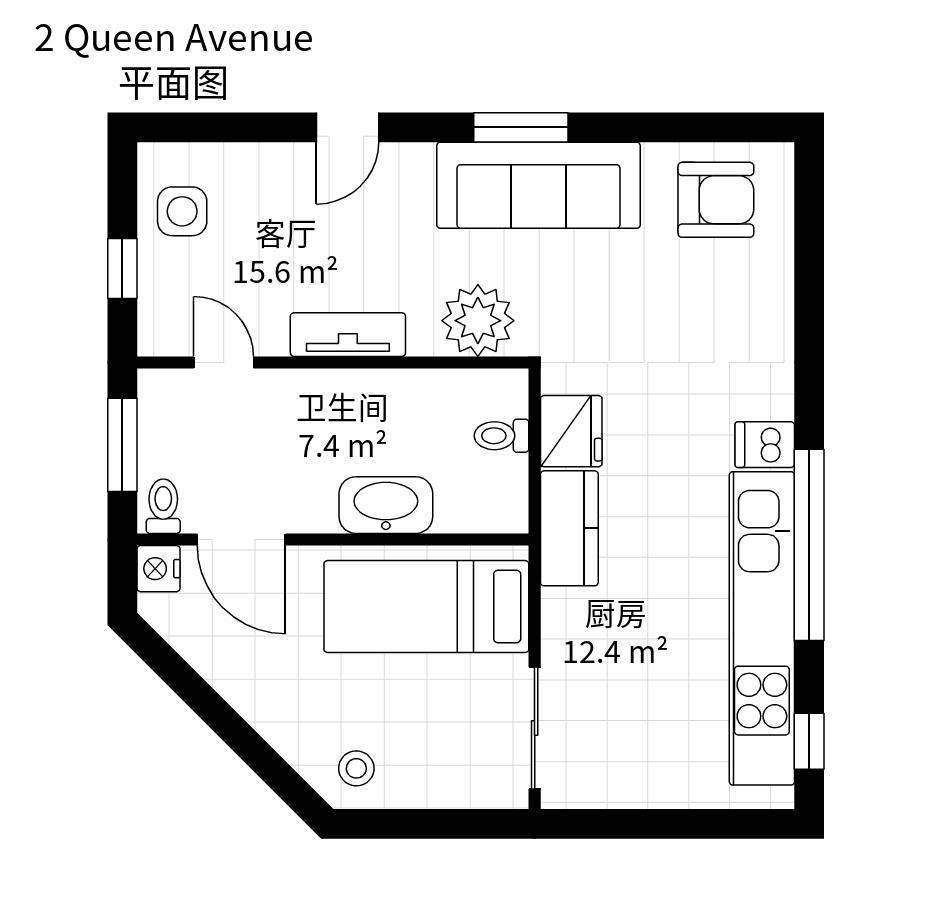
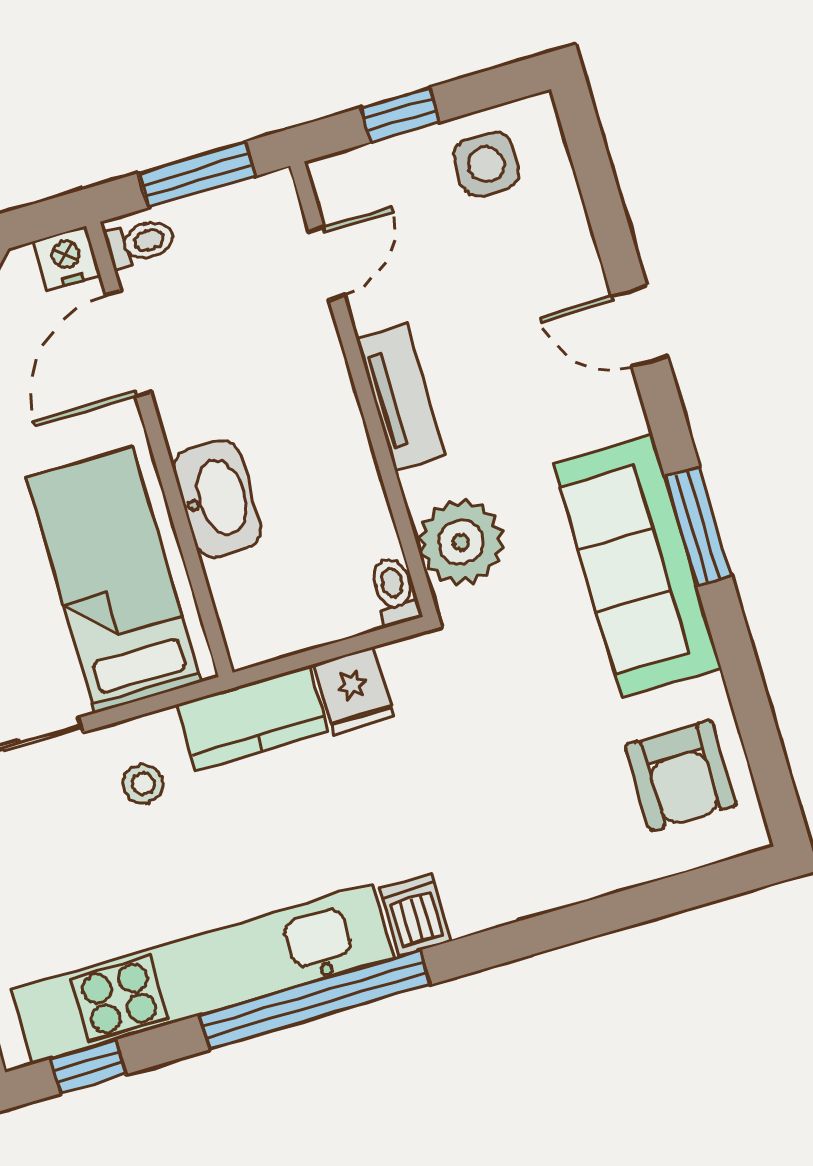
fridge: (571, 431) -> (354, 691), width x0.72
toilet: (501, 436) -> (395, 591), moved
stool: (596, 631) -> (143, 784), added

